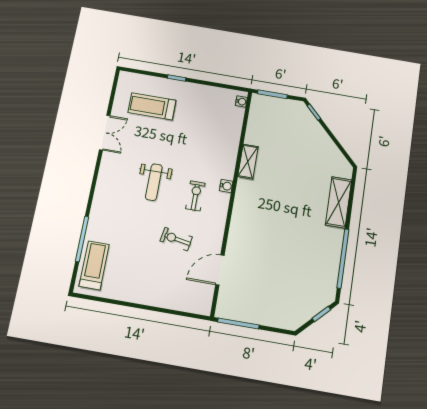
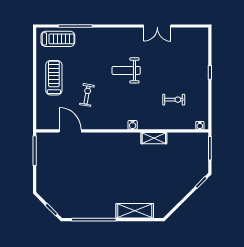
treadmill: (152, 106) -> (54, 78), moved
exercise bike: (195, 196) -> (174, 100), moved

